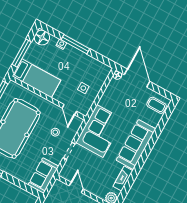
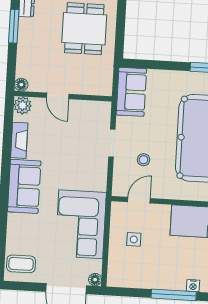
door: (69, 110) -> (139, 200), hinge flipped
corner sofa: (100, 131) -> (81, 224), moved
sofa: (136, 145) -> (24, 186), width x0.73
door: (76, 187) -> (58, 96), moved

